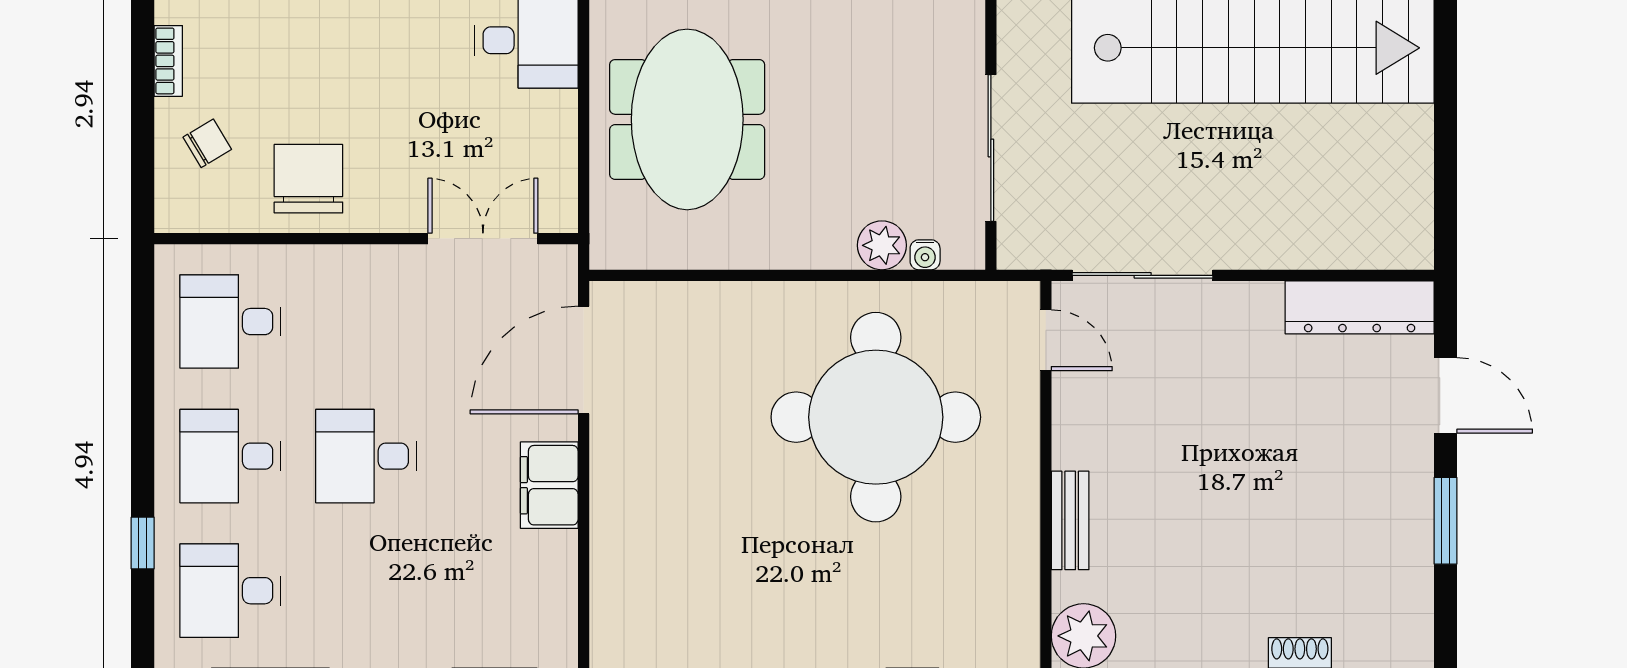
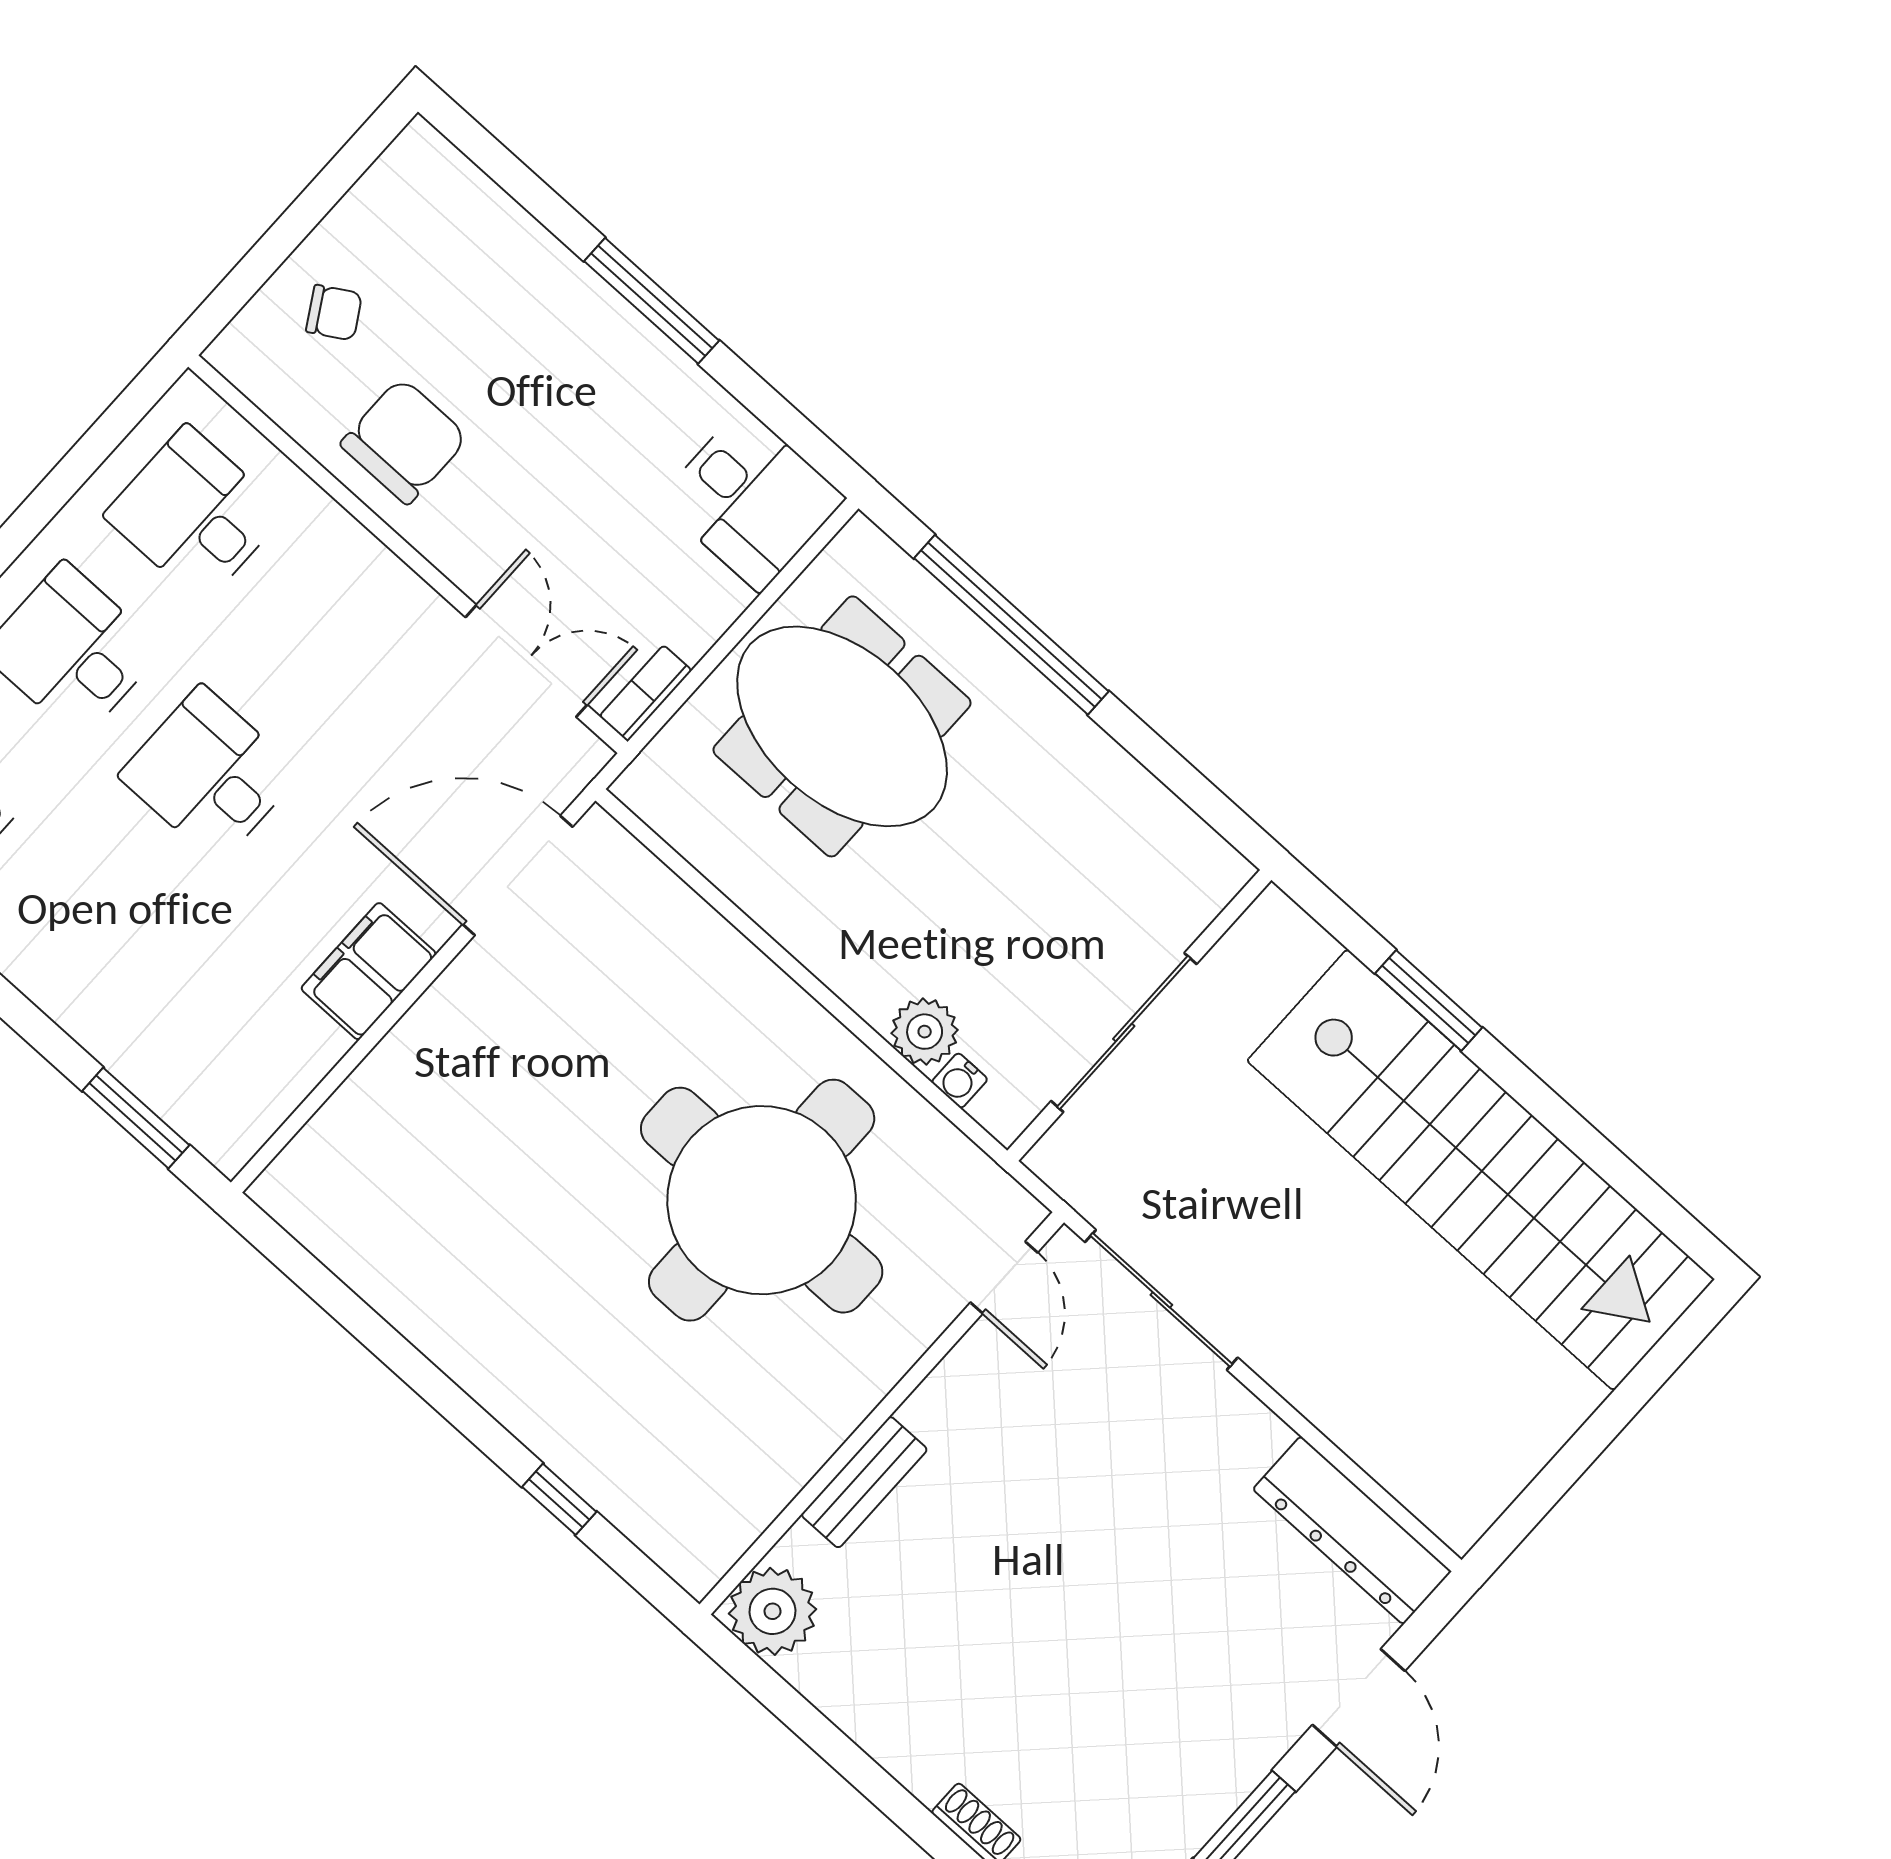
bookcase: (168, 61) -> (646, 693), moved, turned 180
meeting table: (687, 119) -> (842, 726), turned 90

